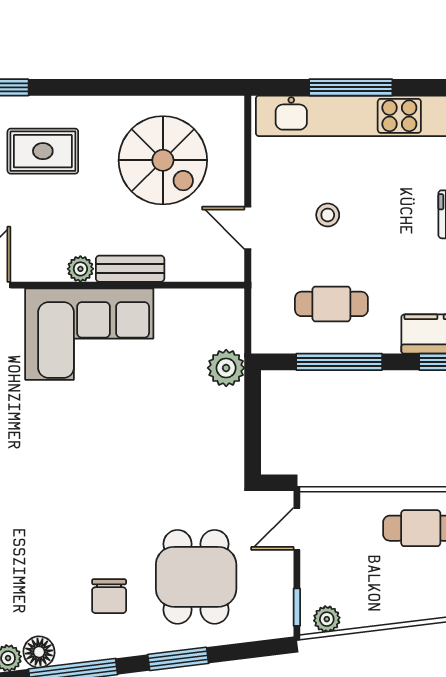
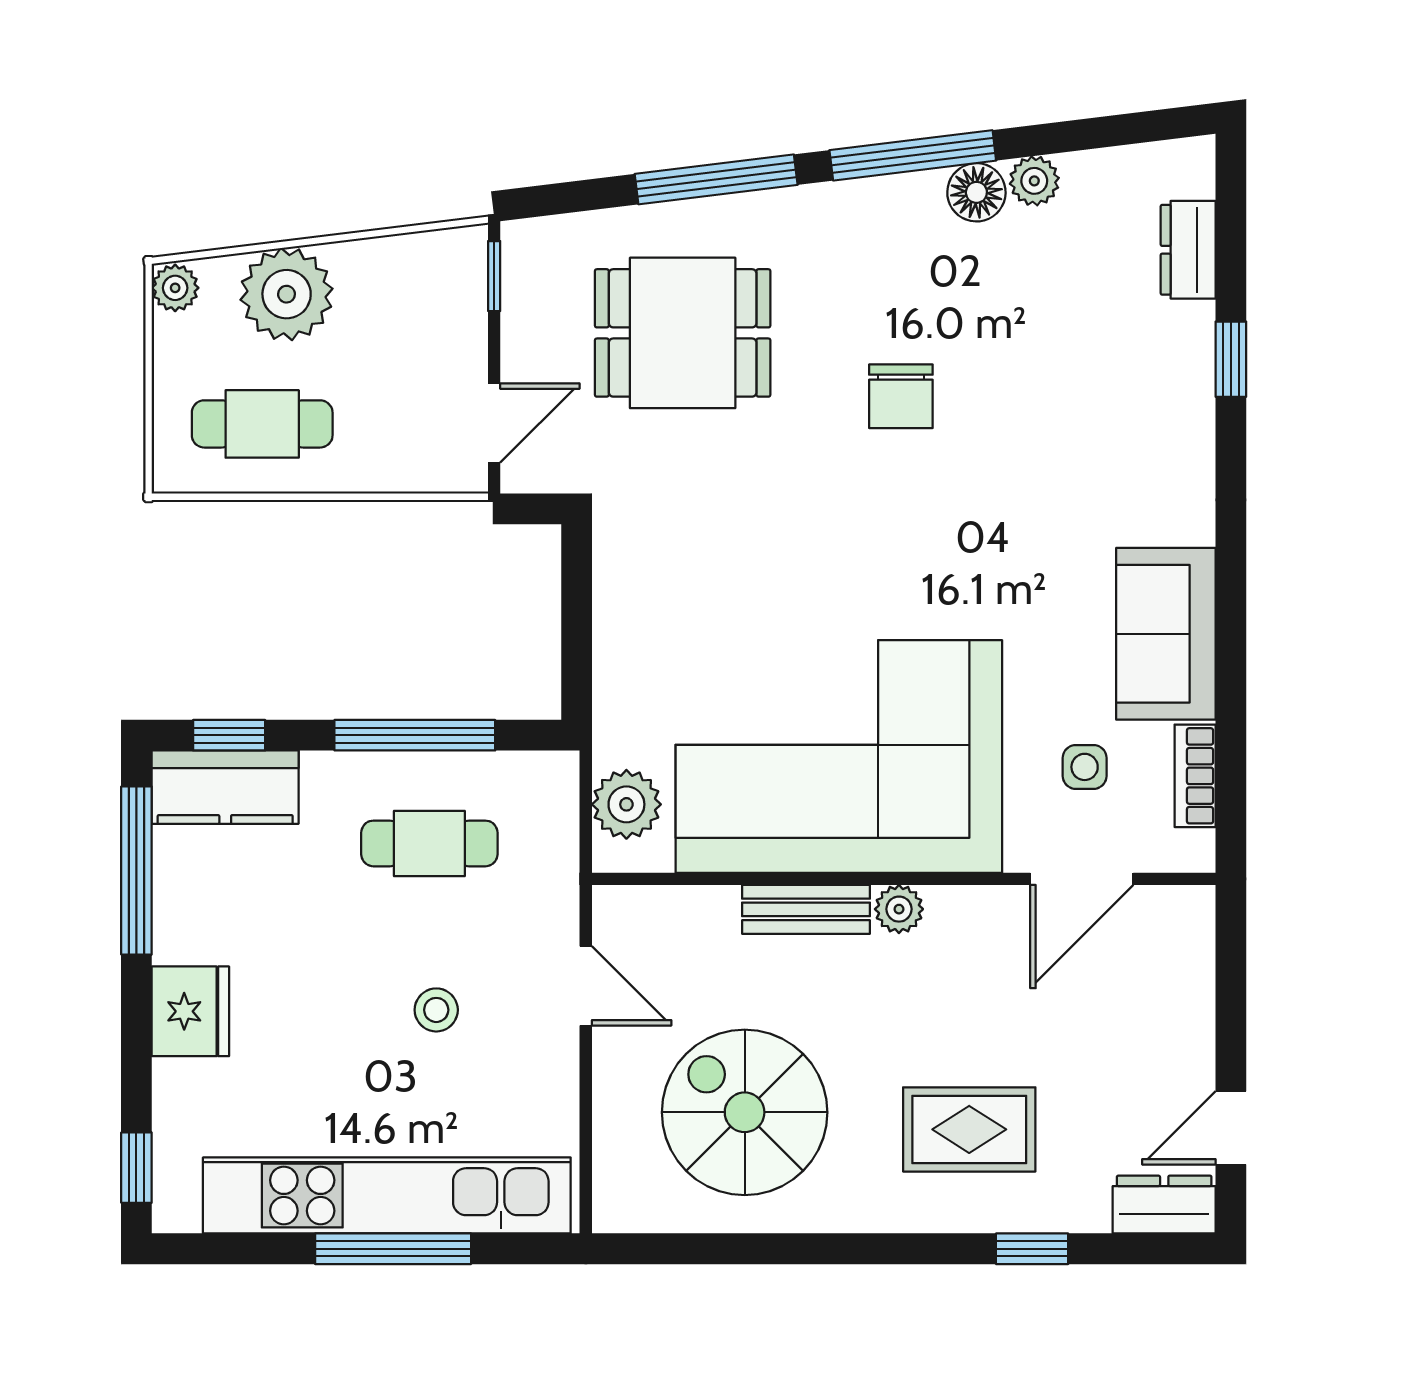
corner sofa: (89, 334) -> (839, 756), width x1.36, depth x1.36
plant: (226, 368) -> (626, 804), moved
dining table: (196, 577) -> (683, 333), turned 90
chair: (109, 596) -> (901, 396), moved, turned 180
plant: (327, 619) -> (287, 294), moved, width x1.88, depth x1.88
window: (178, 659) -> (716, 179), width x1.44

